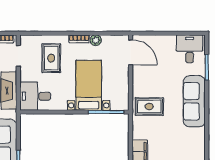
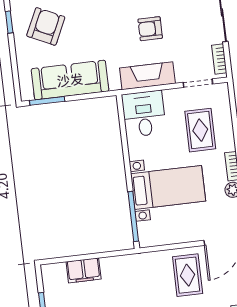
rug: (51, 58) -> (200, 130), turned 90
rug: (149, 106) -> (188, 275), moved

